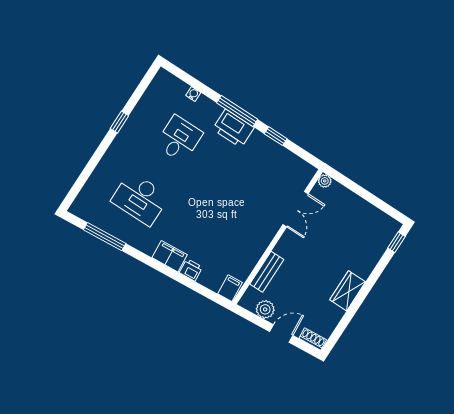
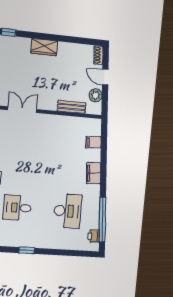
window: (105, 237) -> (102, 220), width x1.46
printer: (191, 270) -> (94, 236), moved
filing cabinet: (230, 288) -> (93, 142), moved
wardrobe: (348, 291) -> (44, 47), moved

